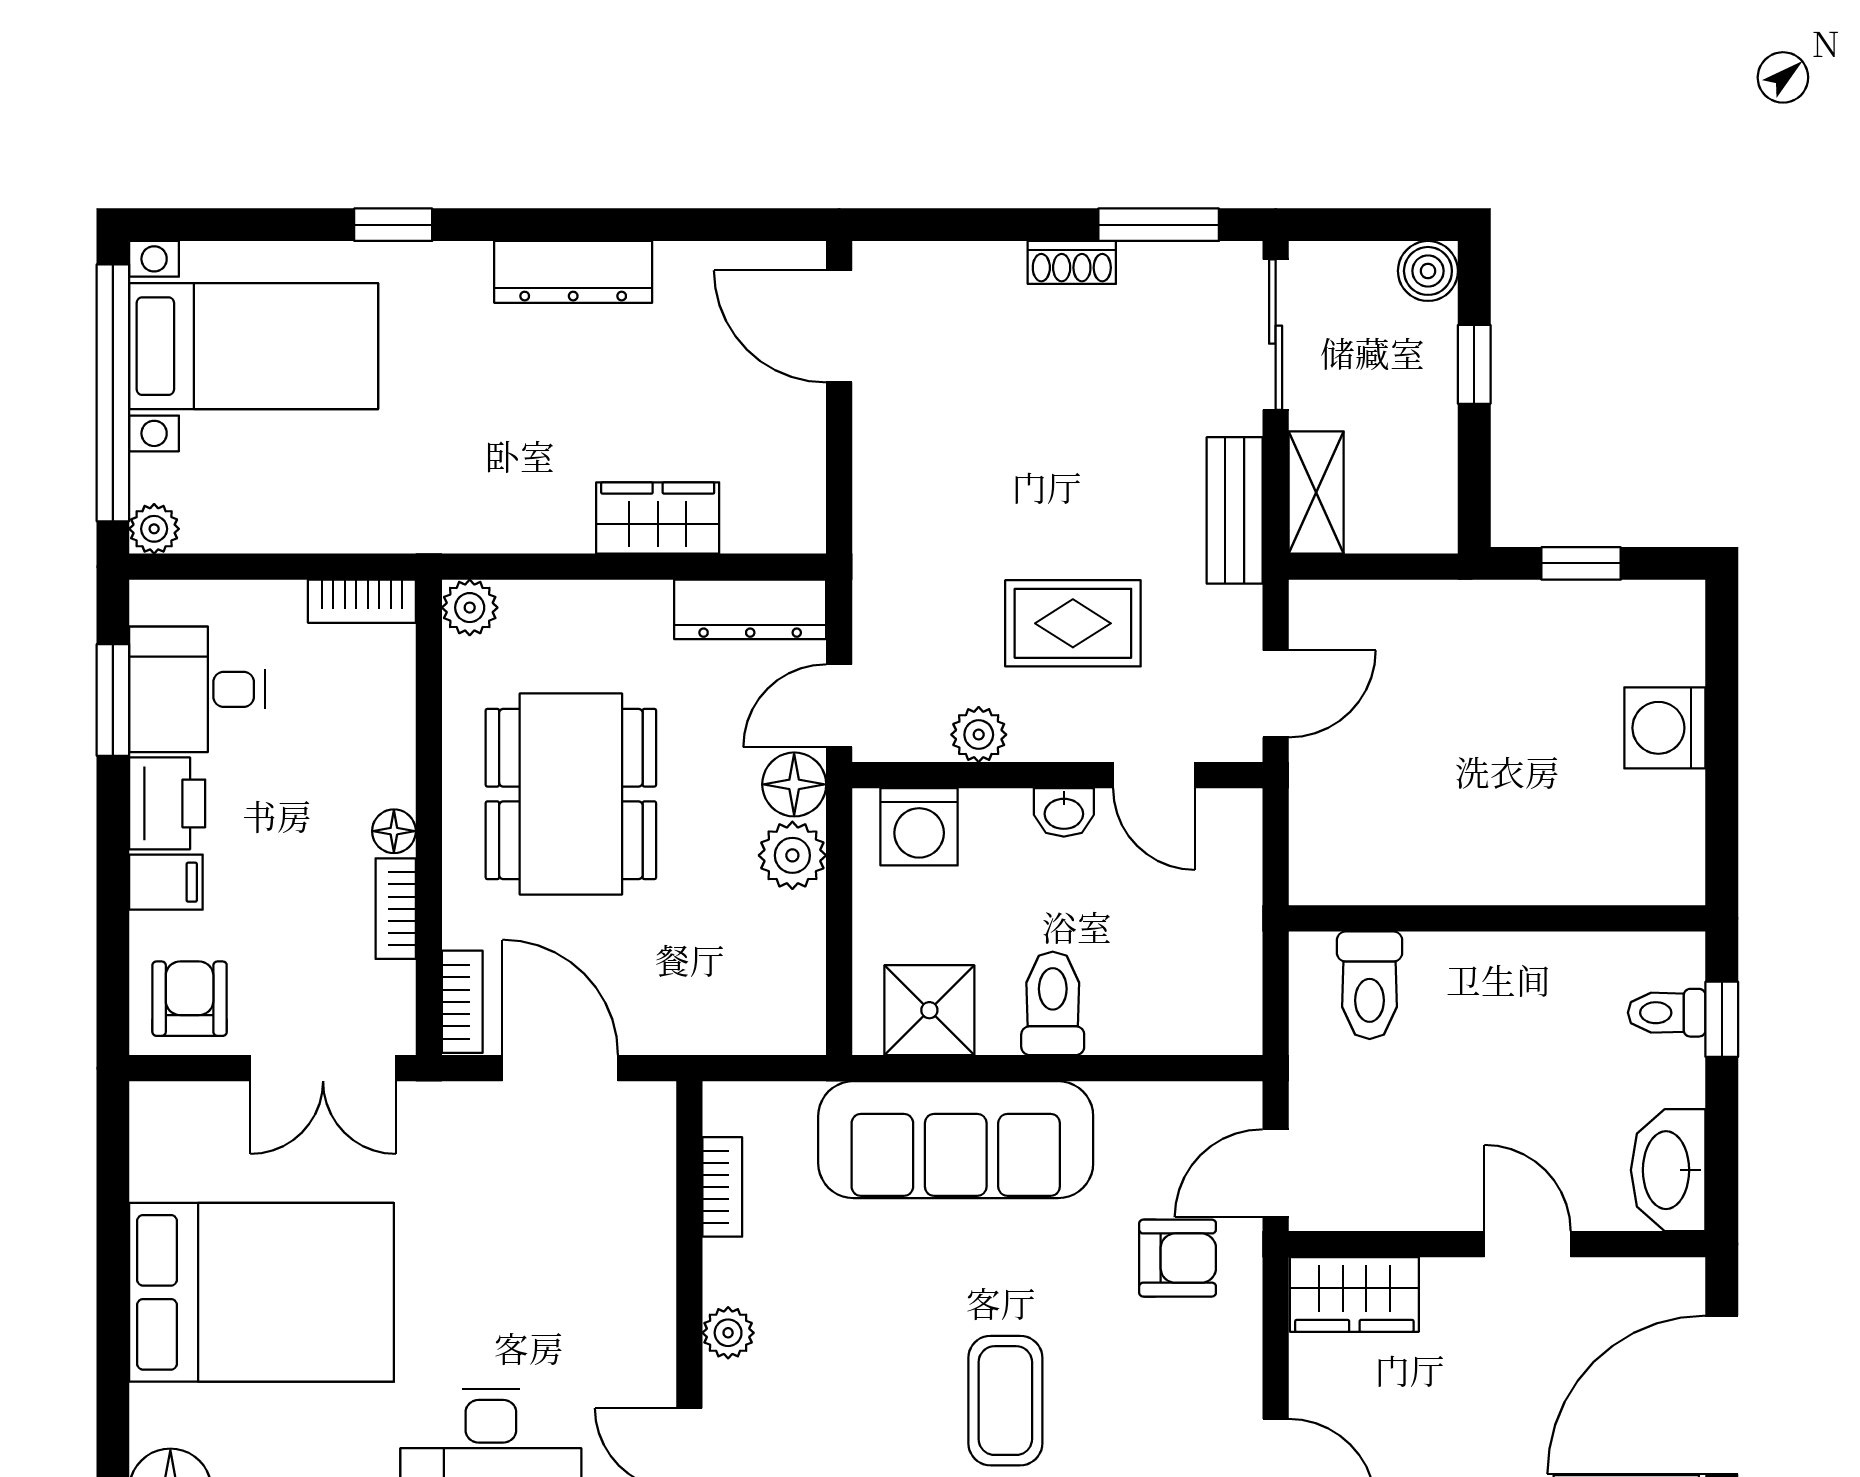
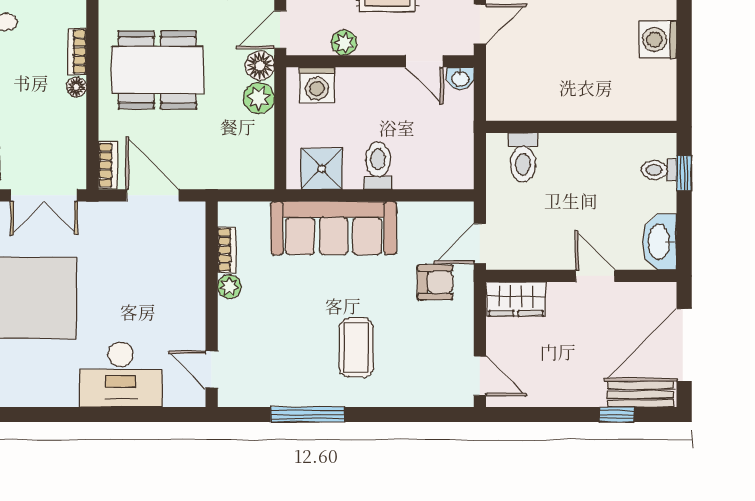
dining table: (571, 794) -> (157, 70), turned 90
washbasin: (1064, 812) -> (460, 78), moved
bookcase: (396, 909) -> (77, 52), moved
plant: (728, 1333) -> (229, 287), moved

